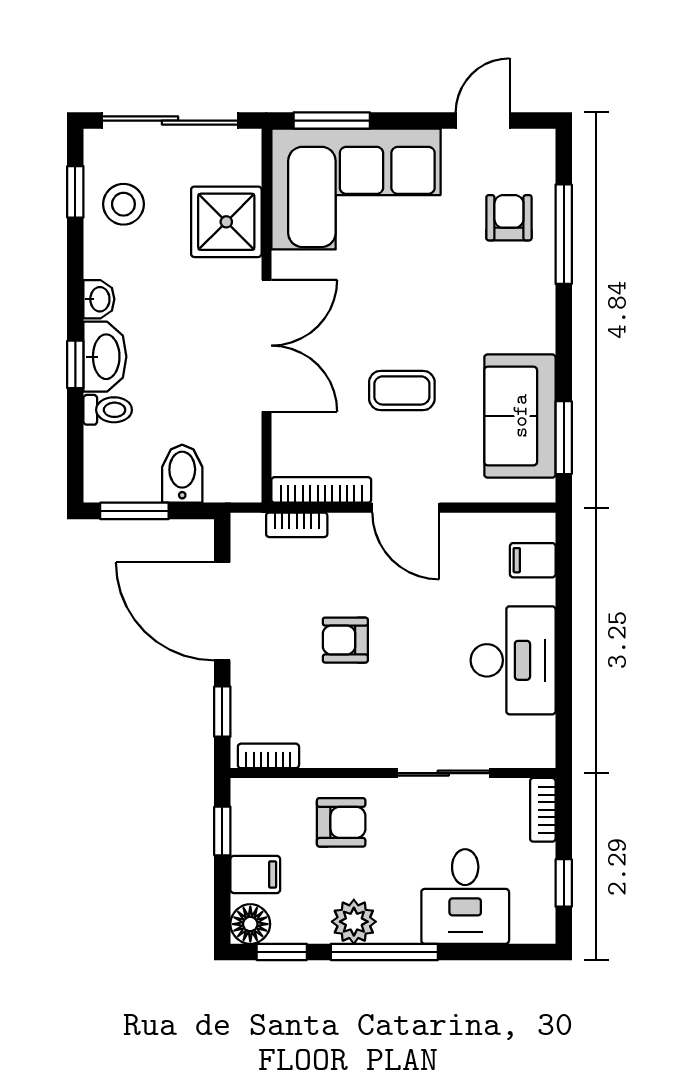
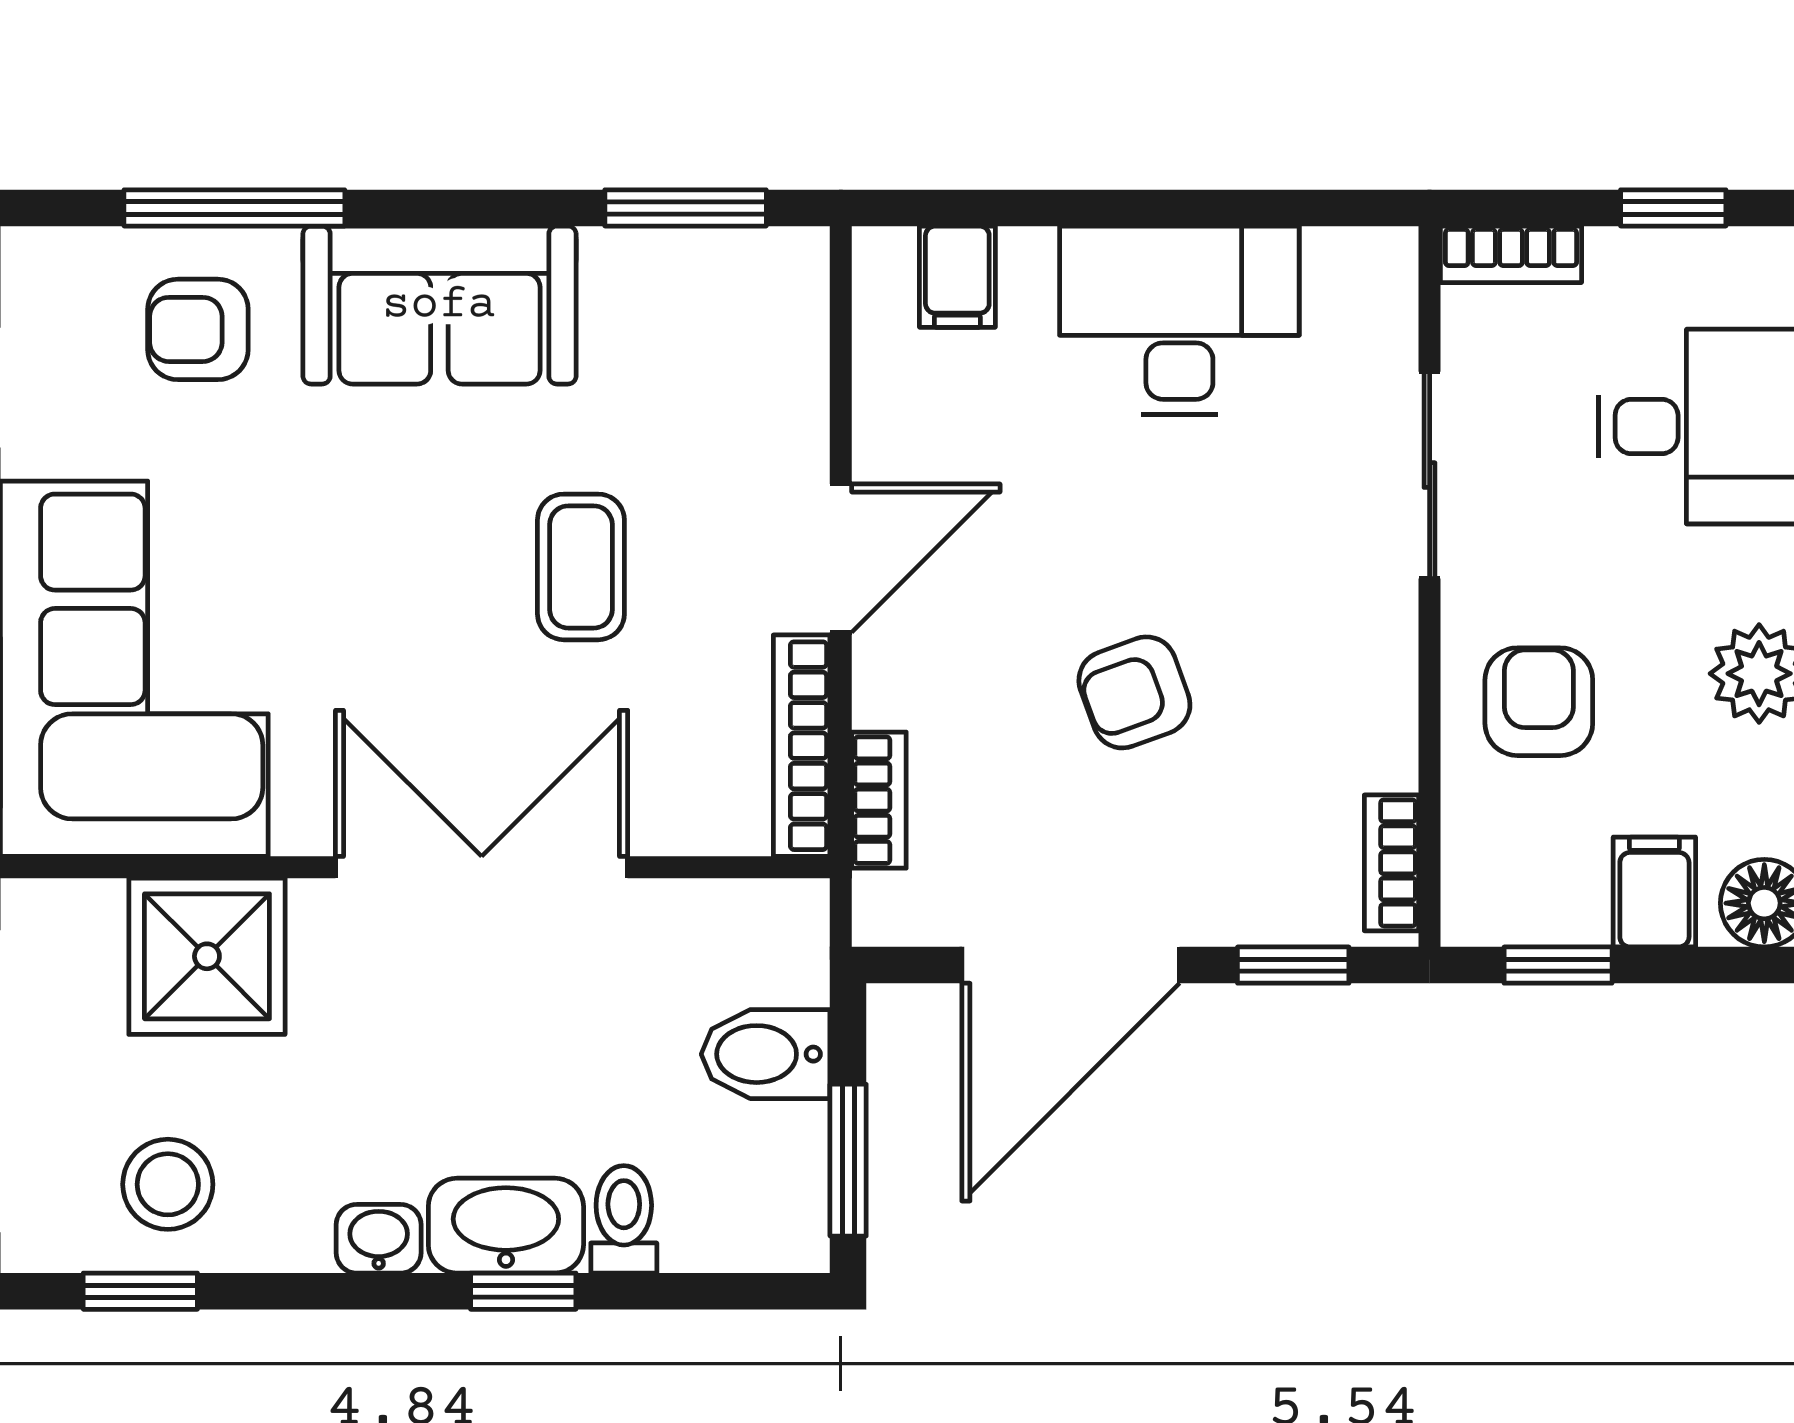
sofa: (520, 416) -> (439, 305), moved
armchair: (345, 640) -> (1134, 692), turned 70

